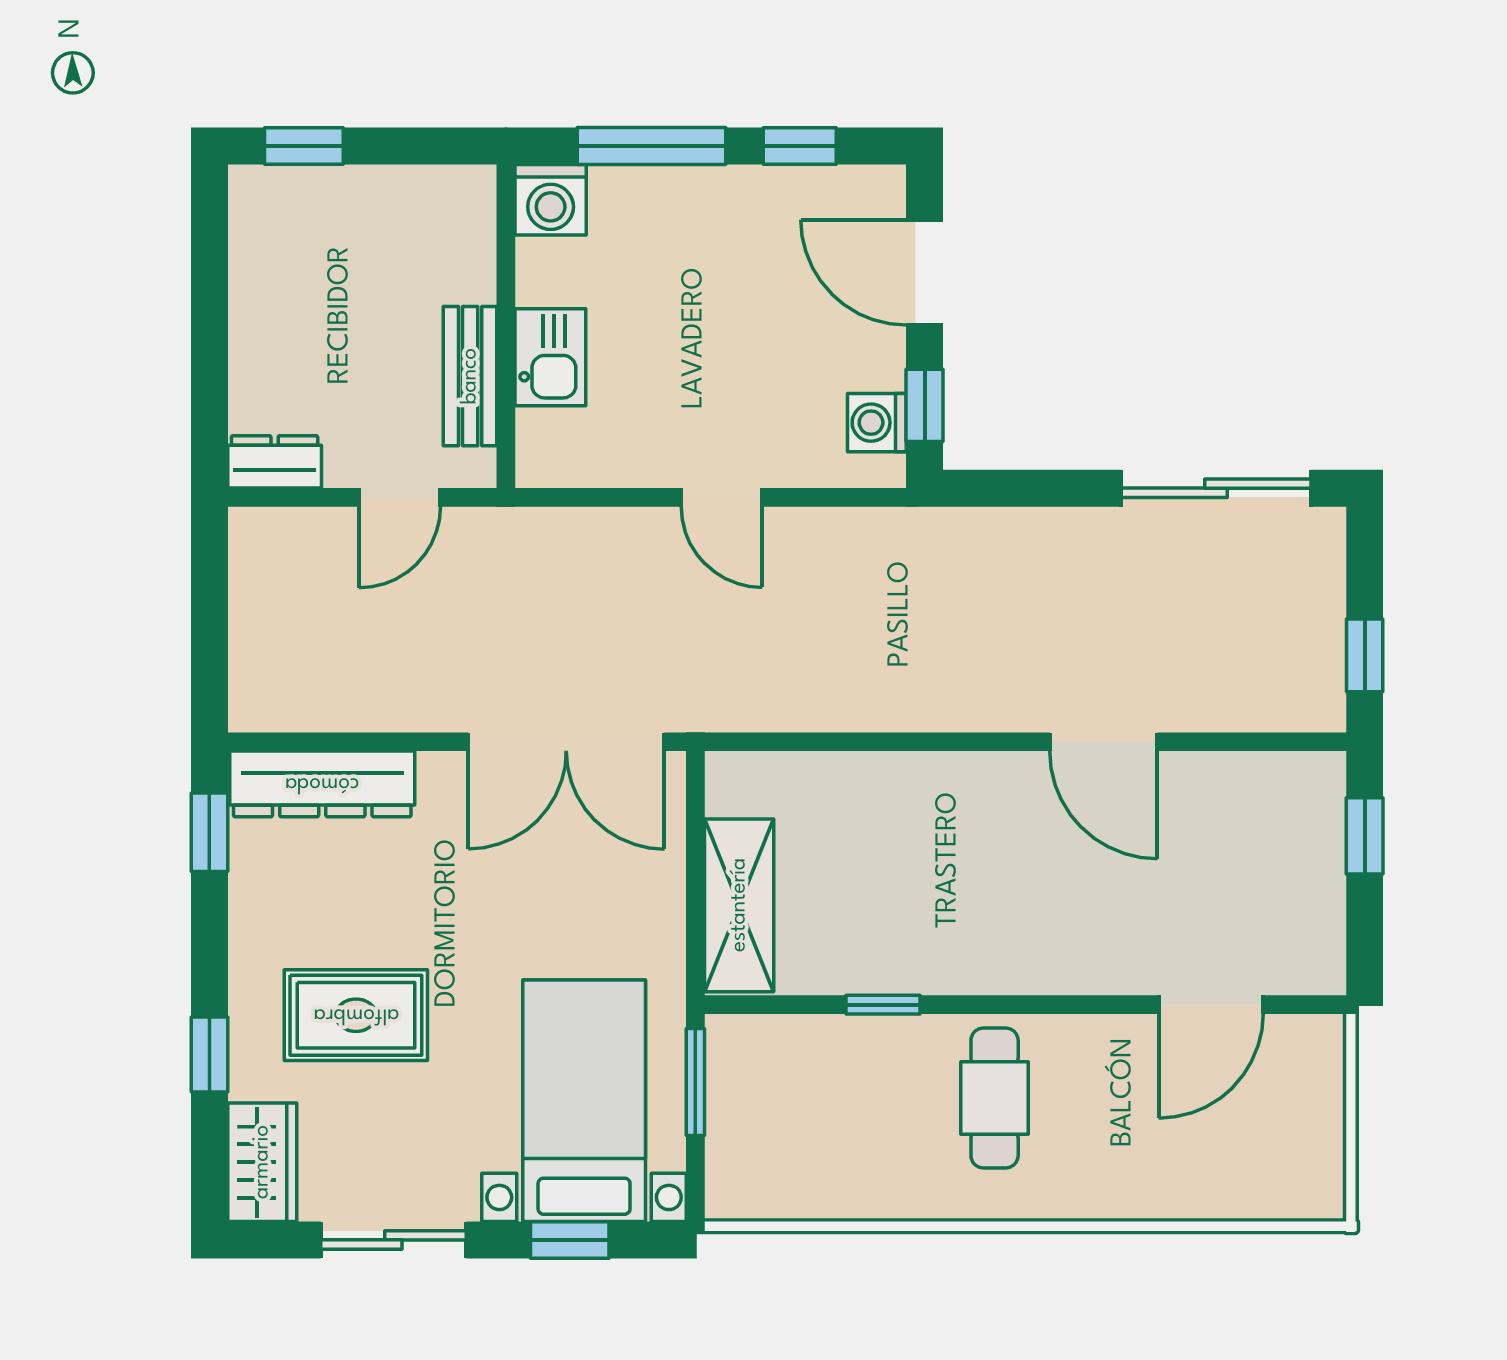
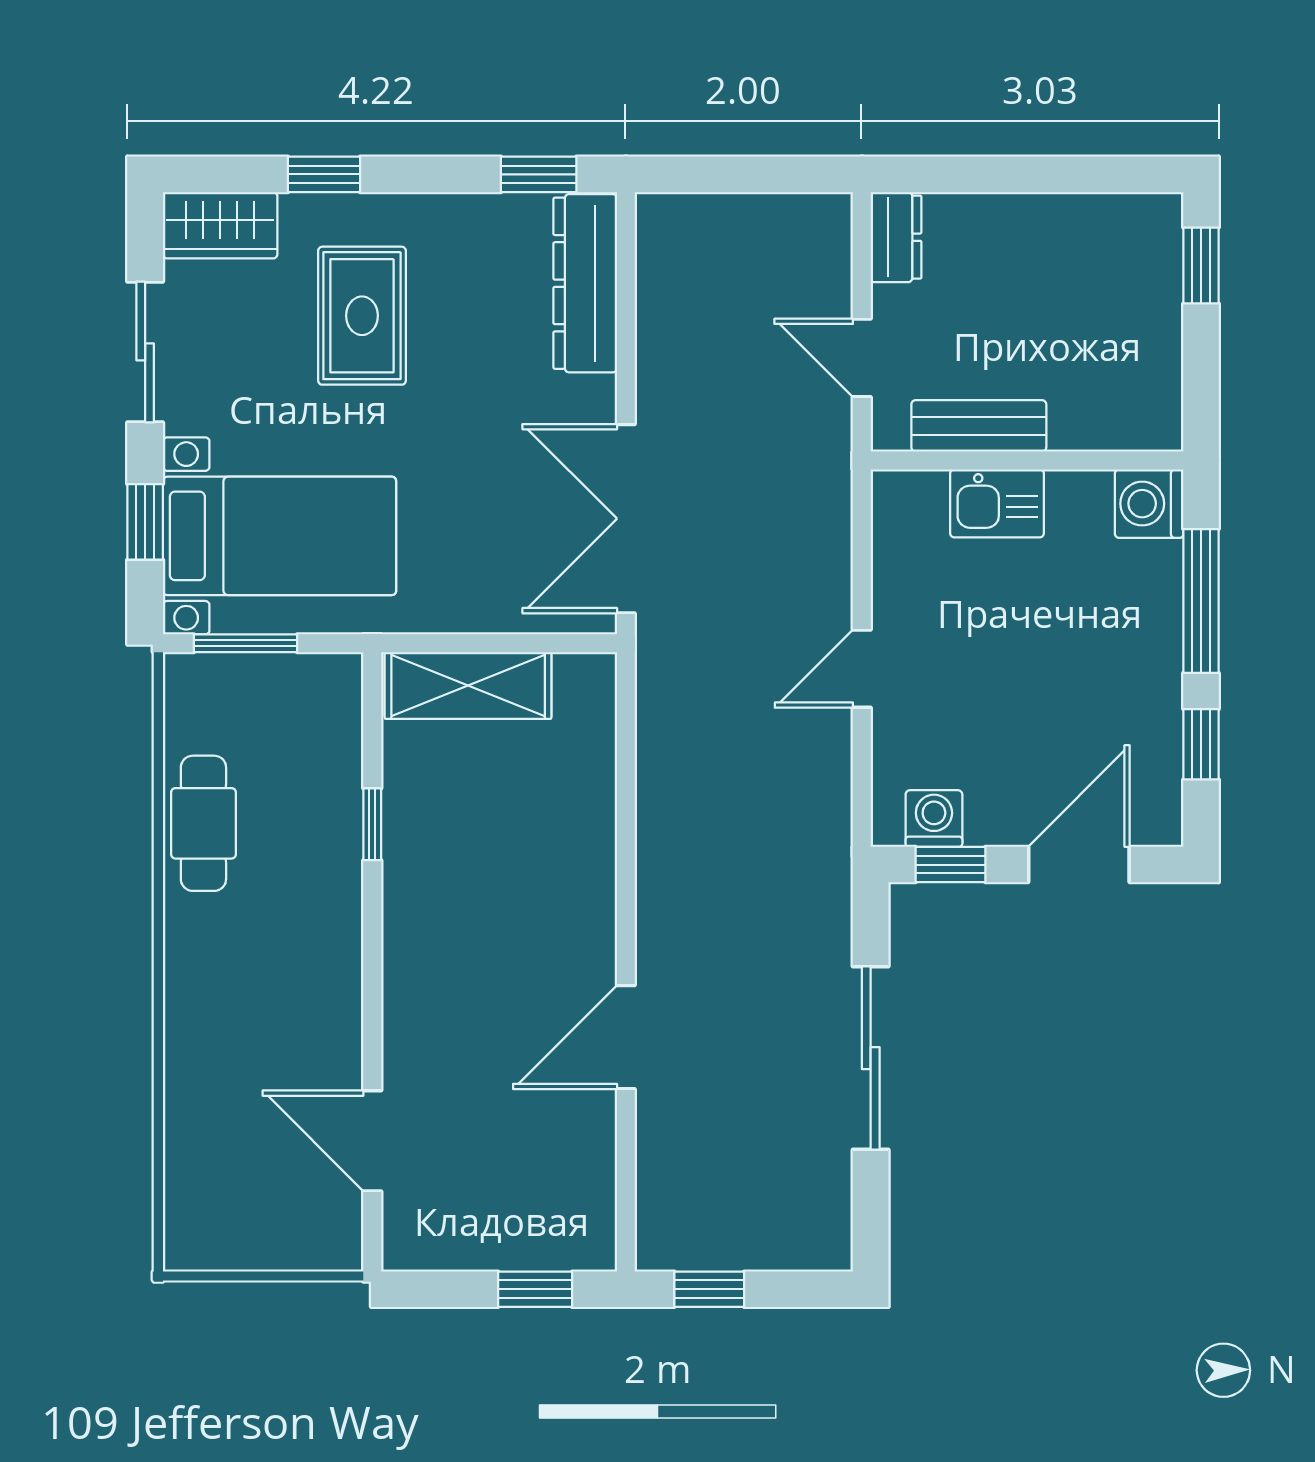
sliding door: (1216, 488) -> (871, 1058), moved
window: (695, 1082) -> (246, 643), moved
cafe table: (995, 1098) -> (203, 823), moved, turned 90

